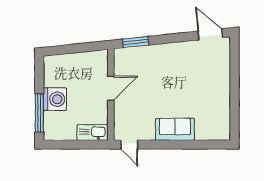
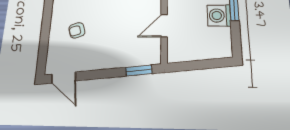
armchair: (201, 83) -> (77, 30), added

